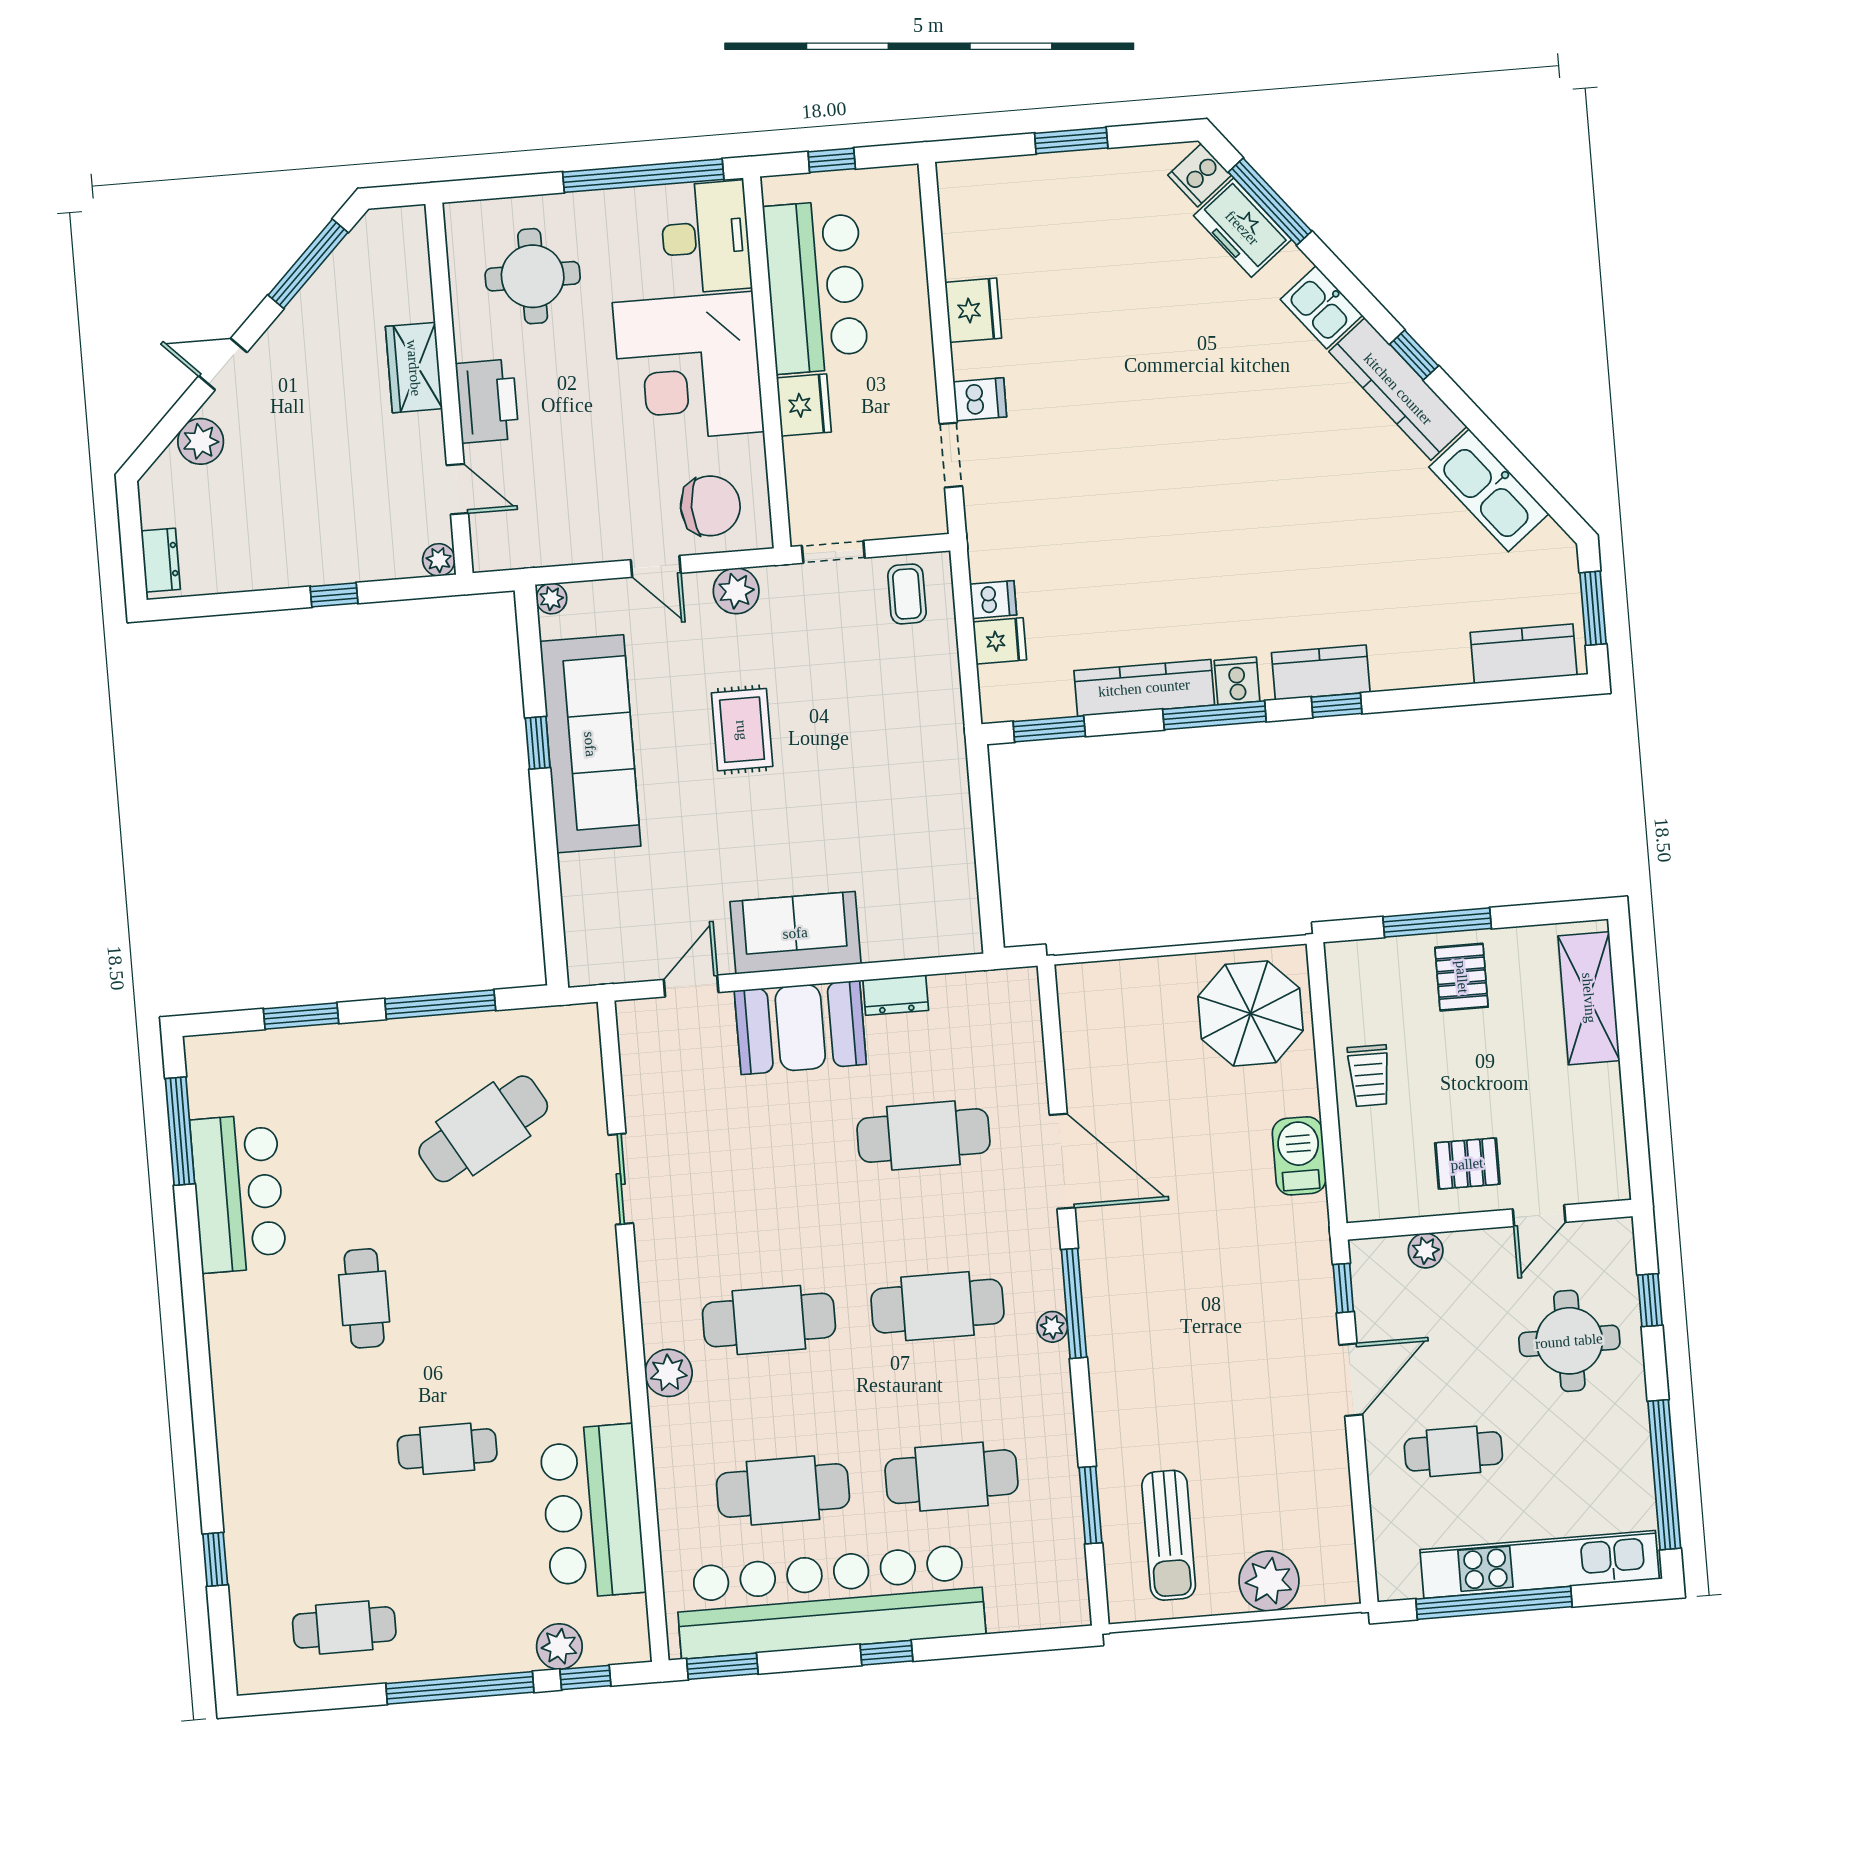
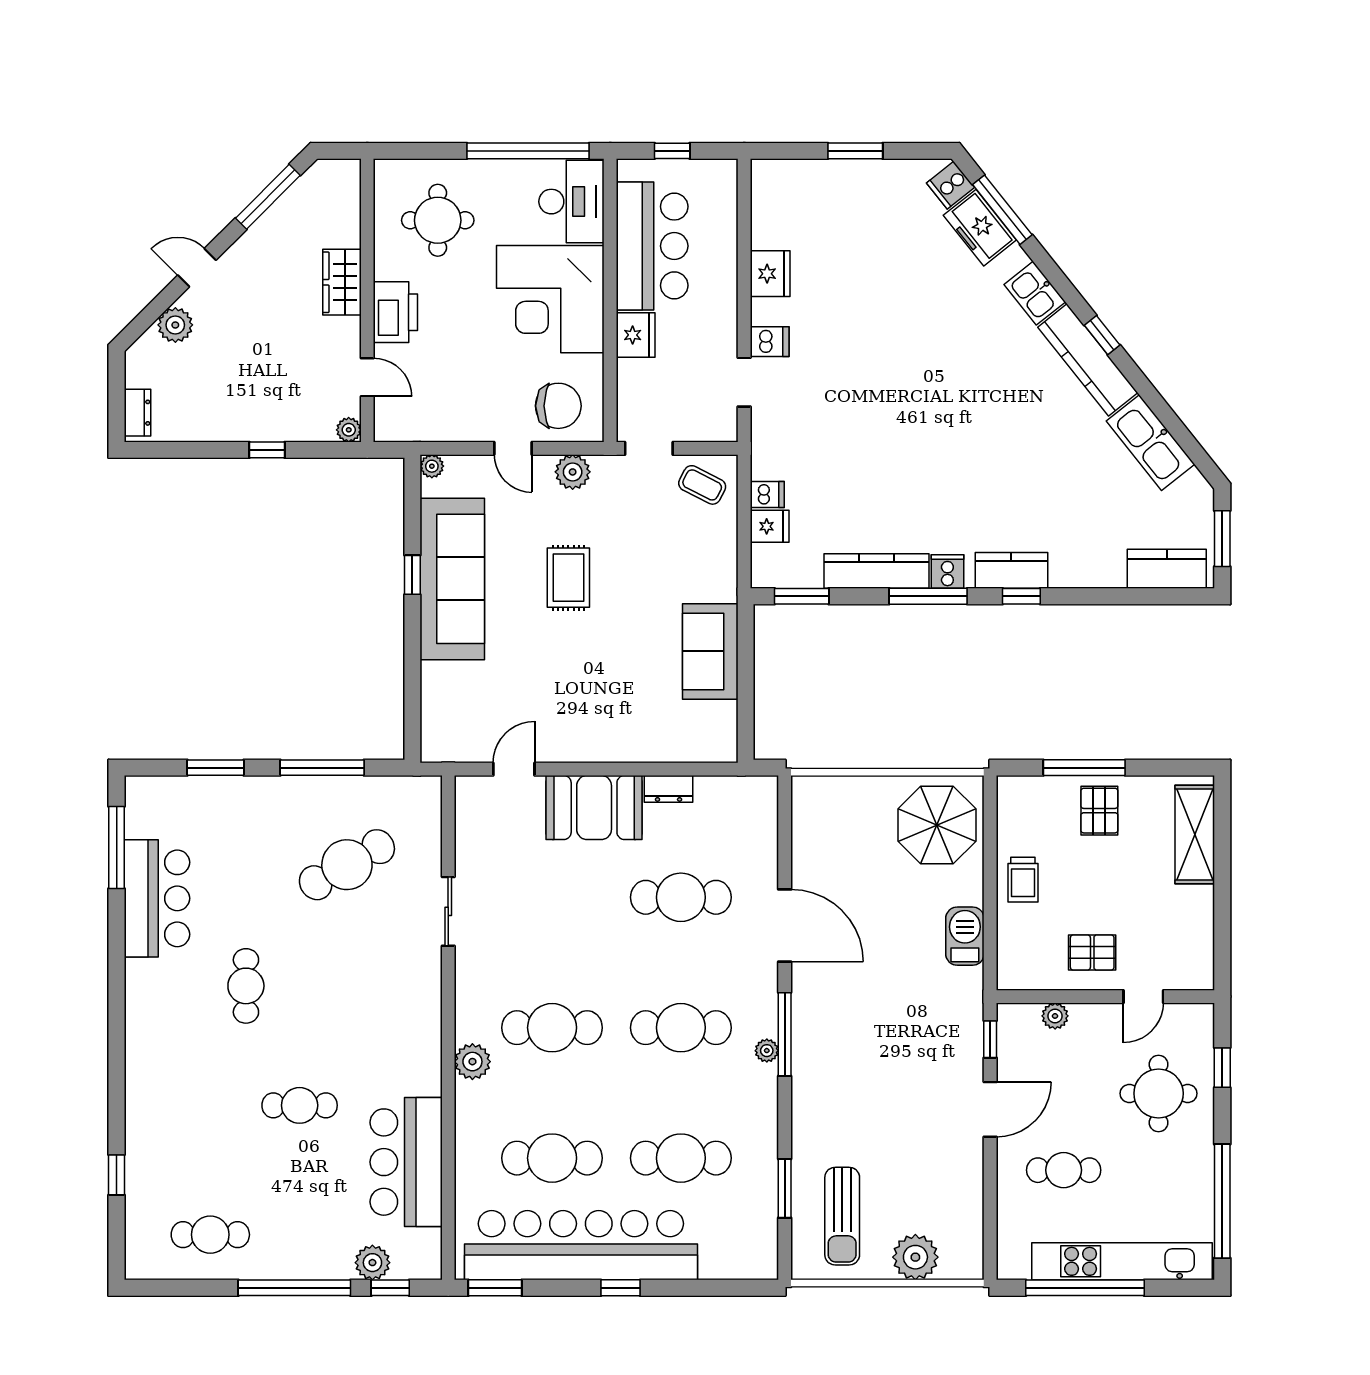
coffee table: (907, 594) -> (702, 485), turned -63
sofa: (795, 933) -> (710, 651), moved, turned -90

